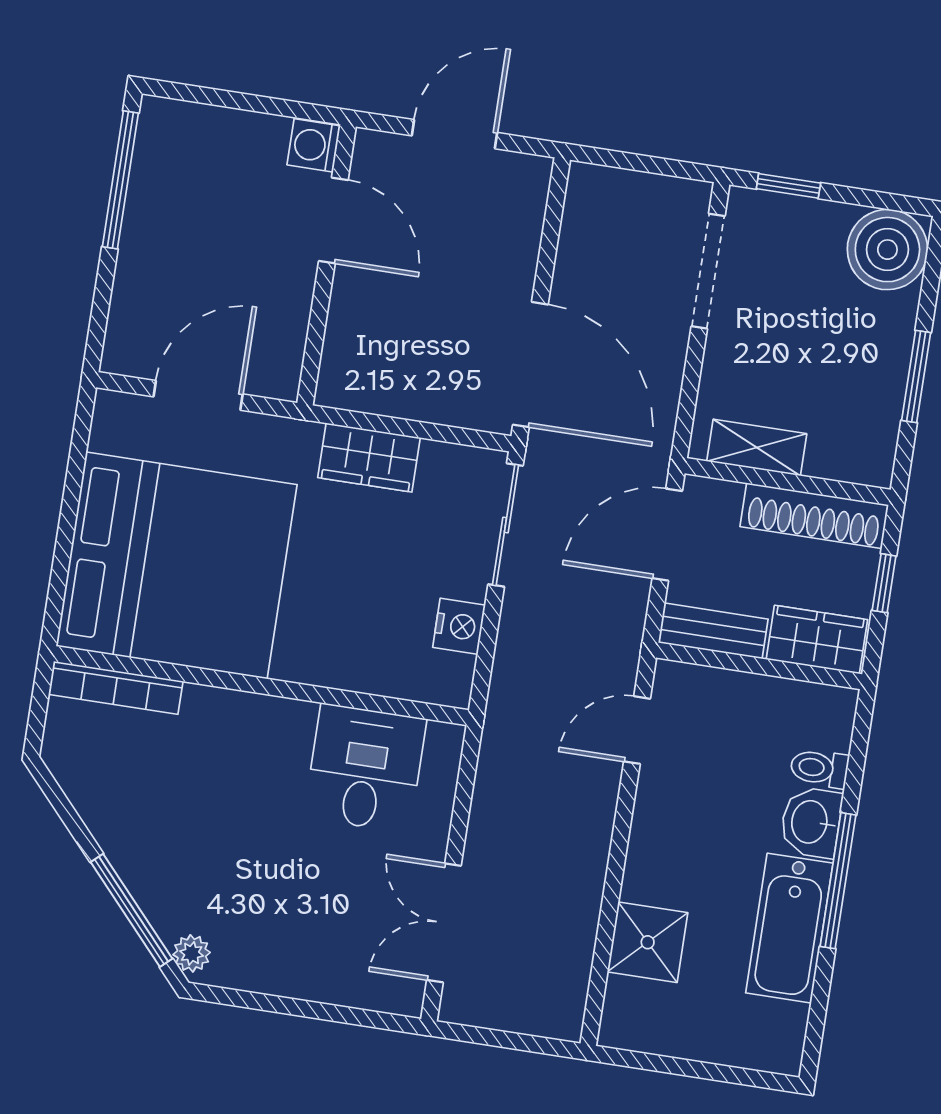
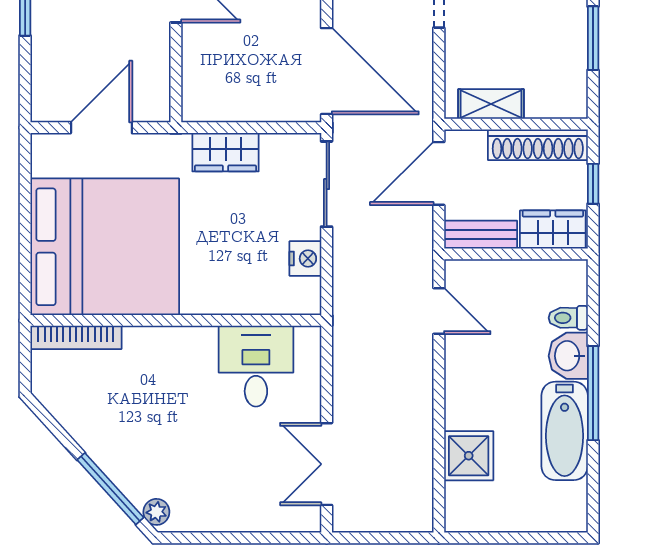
door: (637, 730) -> (439, 311), swing flipped

